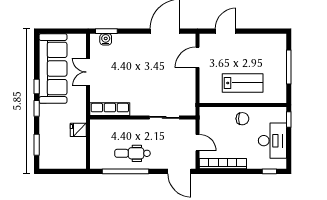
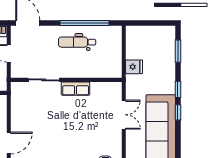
double door: (88, 72) -> (124, 115), moved
row of seats: (110, 109) -> (76, 89), moved, width x0.68
dental chair: (132, 153) -> (77, 42), turned 180

